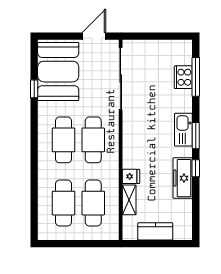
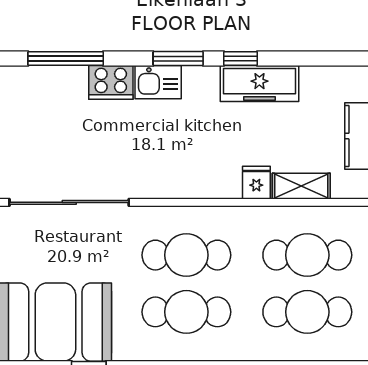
cooker: (183, 77) -> (111, 82), moved
kitchen sink: (183, 130) -> (158, 82), width x0.73

